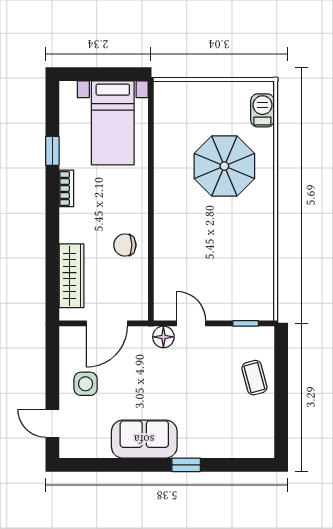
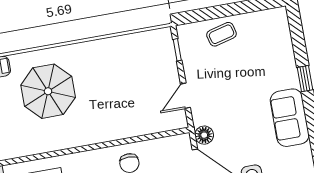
floor lamp: (163, 337) -> (204, 135), moved

